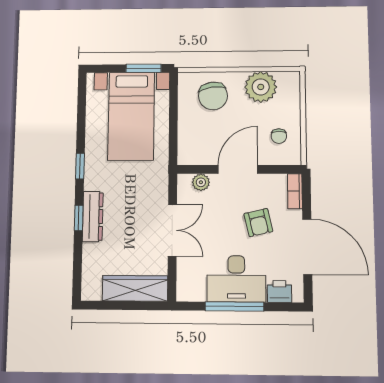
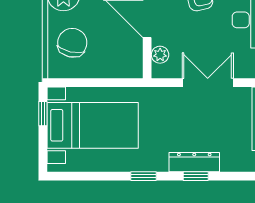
window: (143, 68) -> (43, 114), width x0.67
chair: (213, 96) -> (72, 43), turned -69

